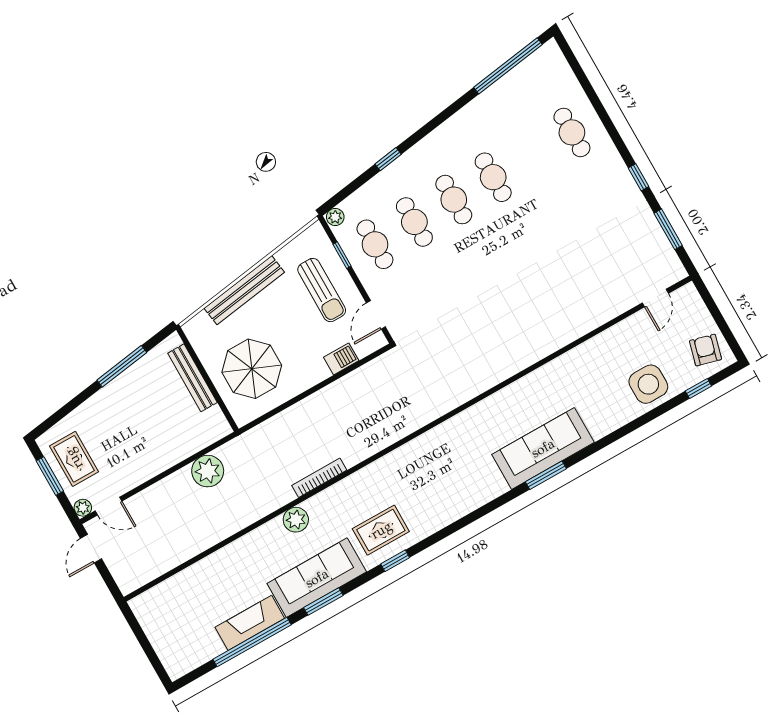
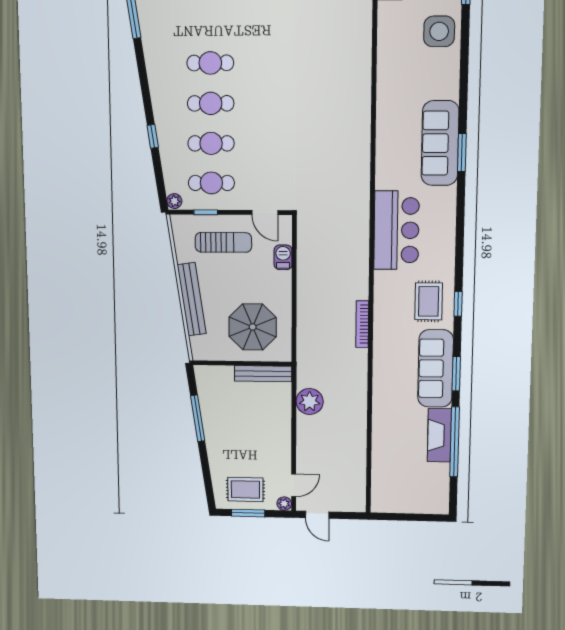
bench: (192, 378) -> (263, 374), moved
bar counter: (433, 456) -> (396, 230), added
plant: (296, 520) -> (383, 359), removed

